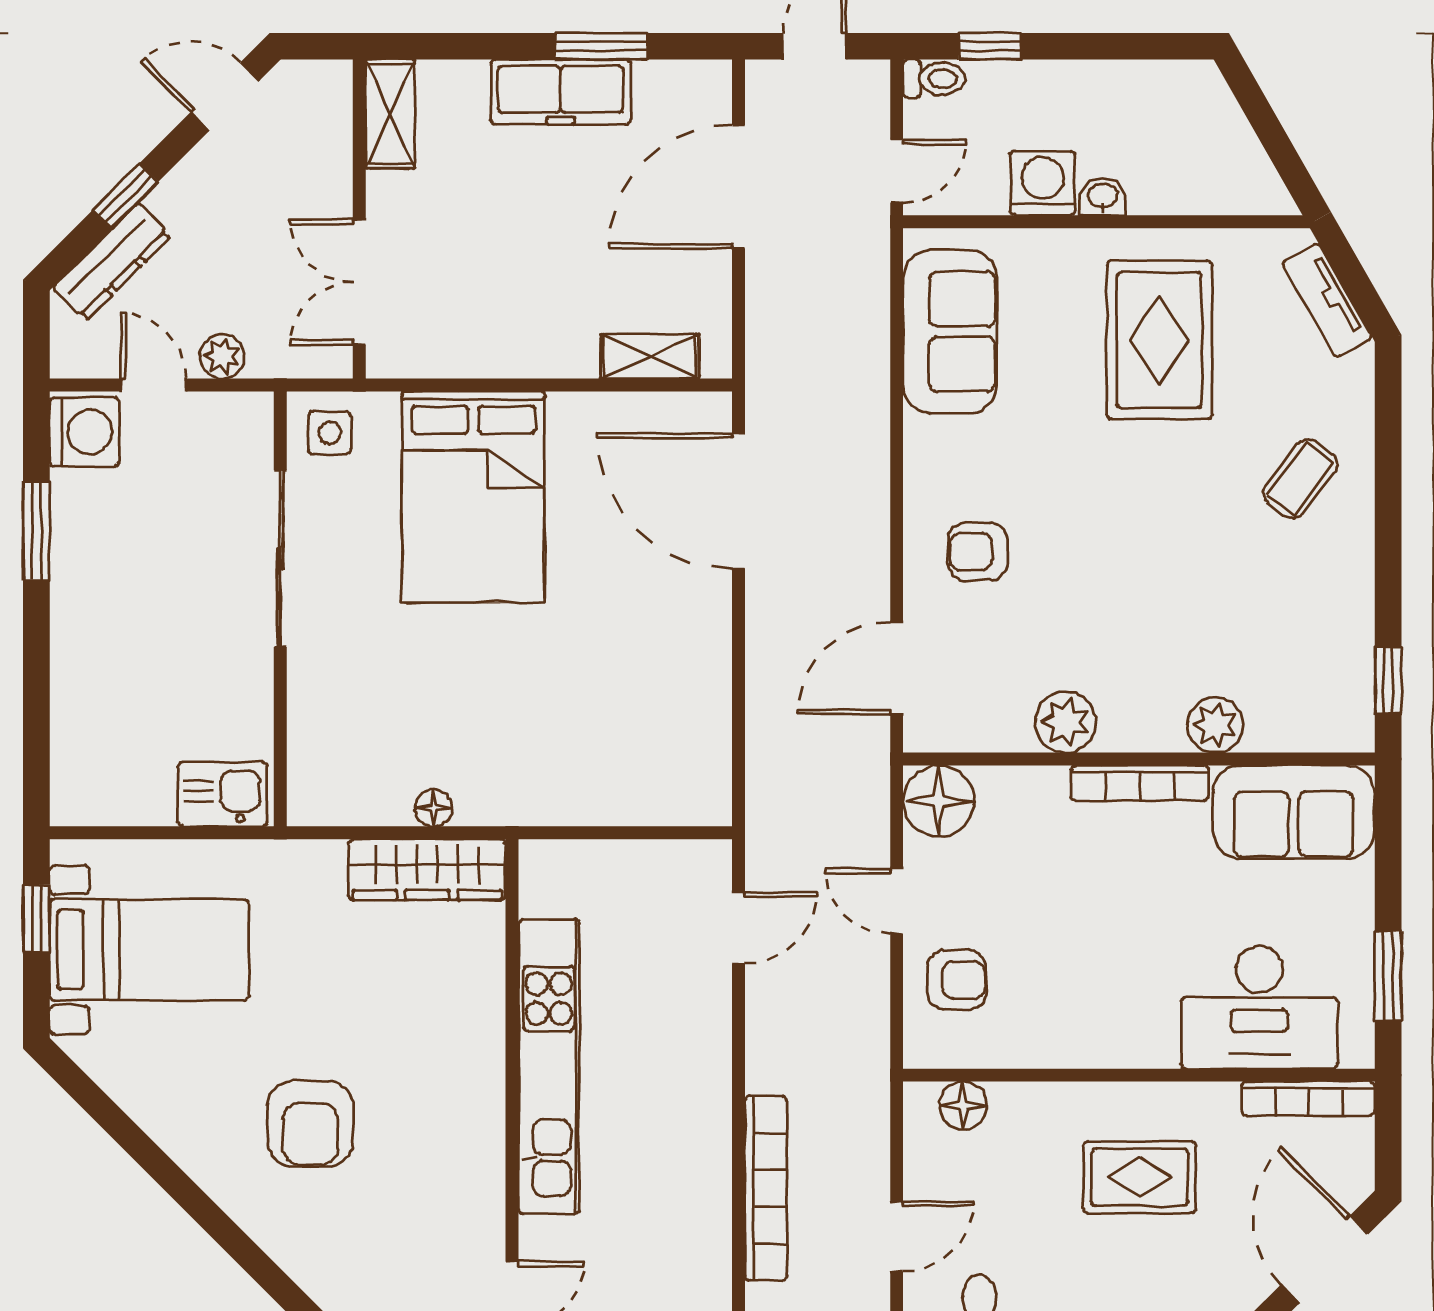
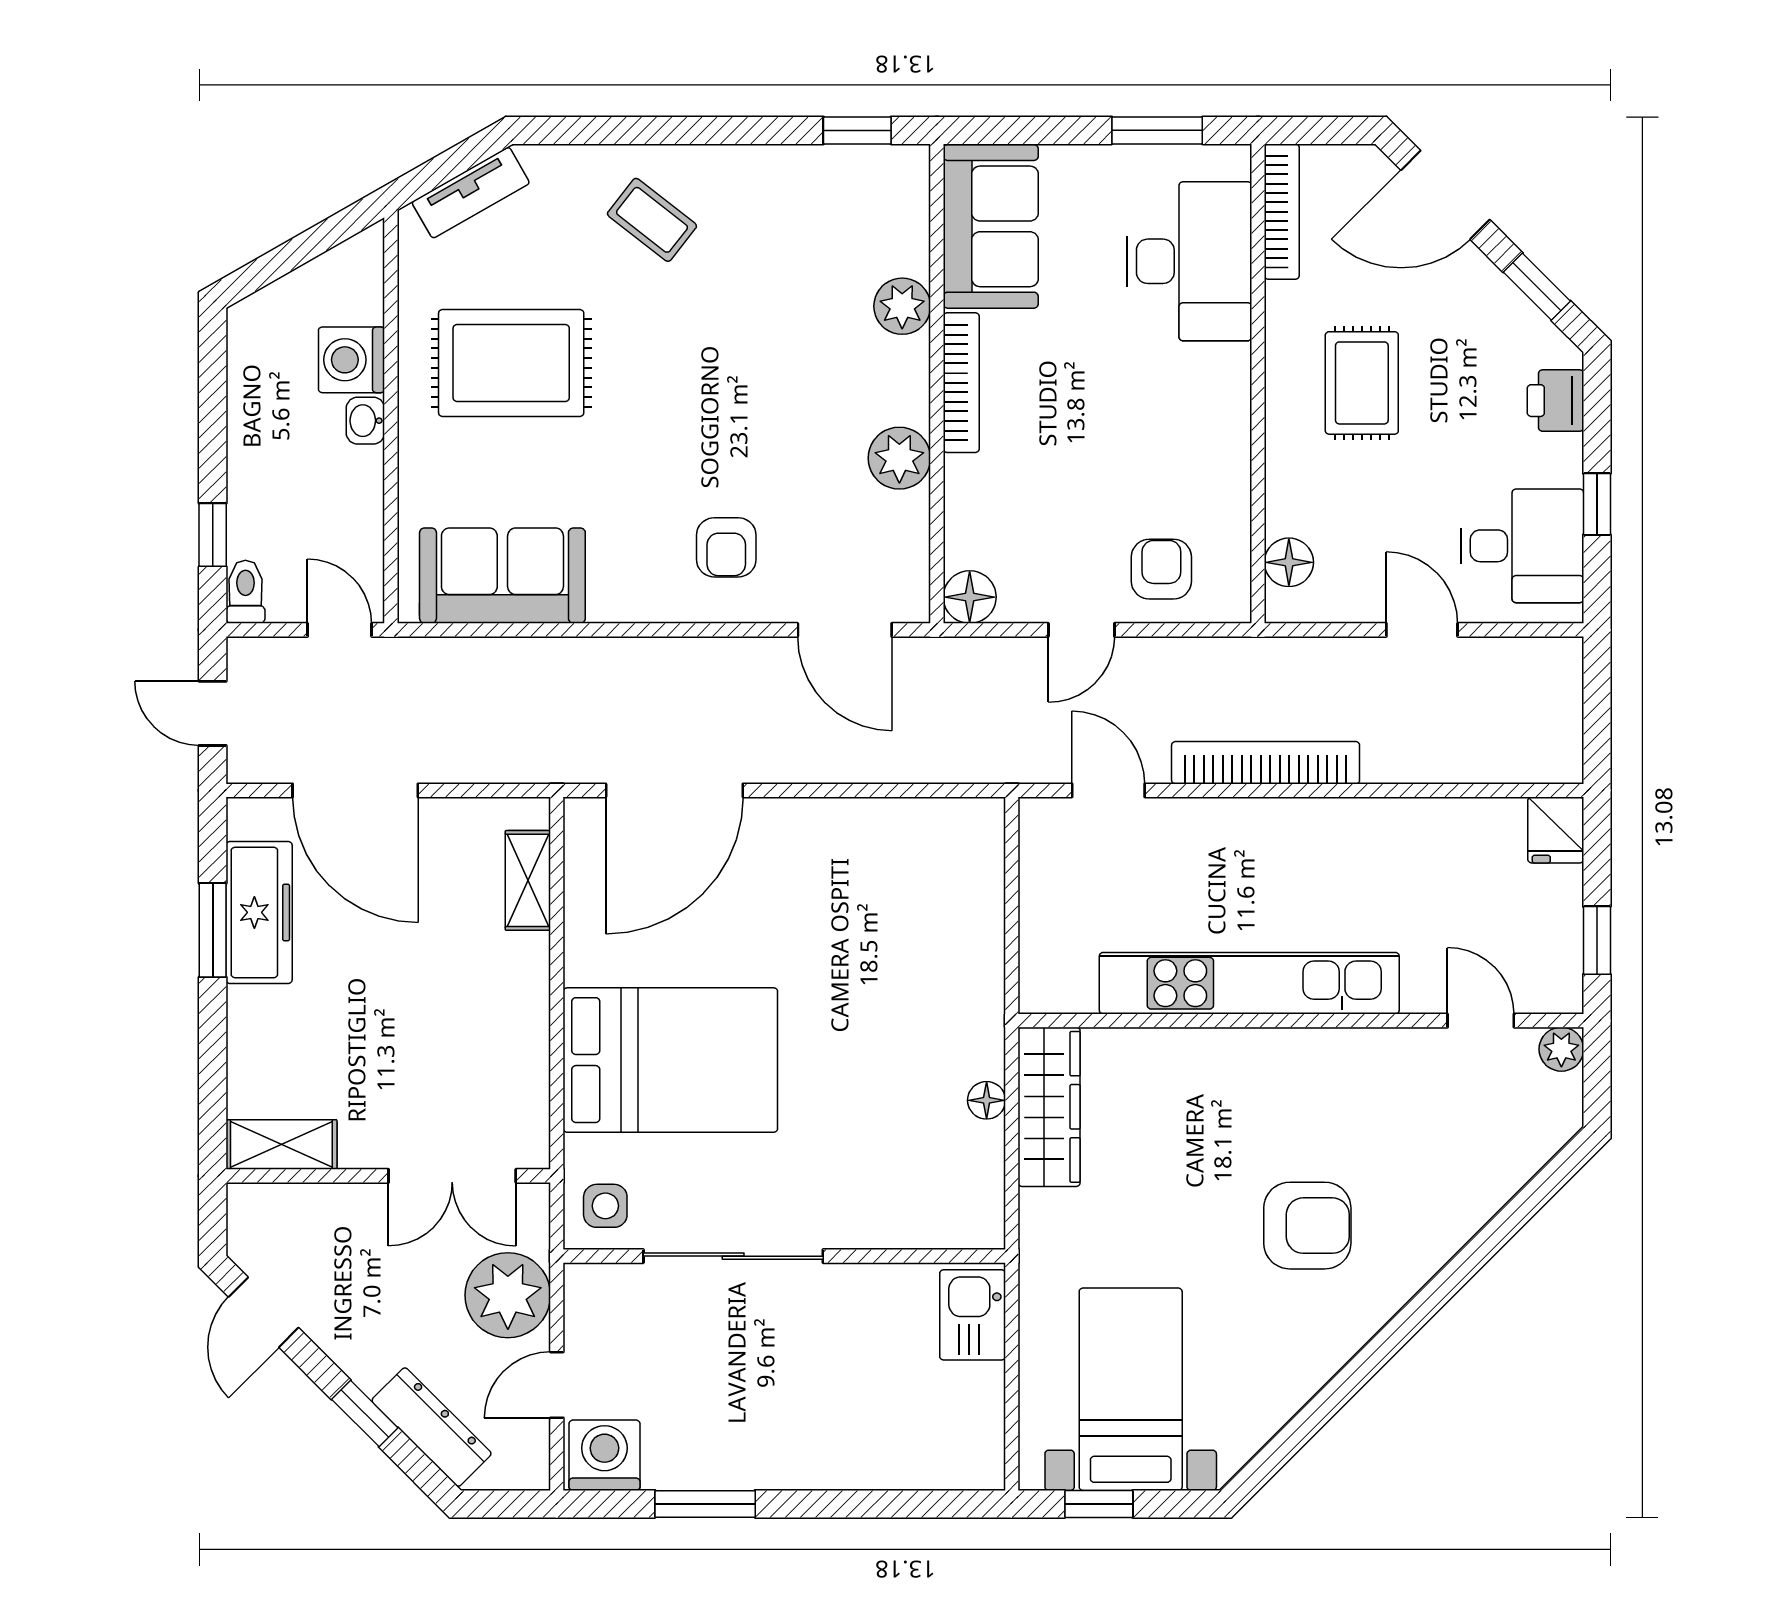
freezer: (561, 92) -> (259, 912), moved
washing machine: (1043, 183) -> (351, 360), moved
plant: (222, 356) -> (508, 1295), width x1.87, depth x1.87
floor lamp: (939, 801) -> (970, 597), width x0.73, depth x0.73
bookcase: (766, 1188) -> (1266, 763), moved

